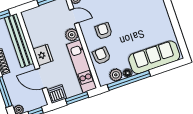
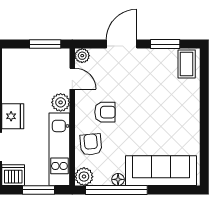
armchair: (104, 31) -> (105, 112), turned 90
plant: (116, 75) -> (84, 177), moved

